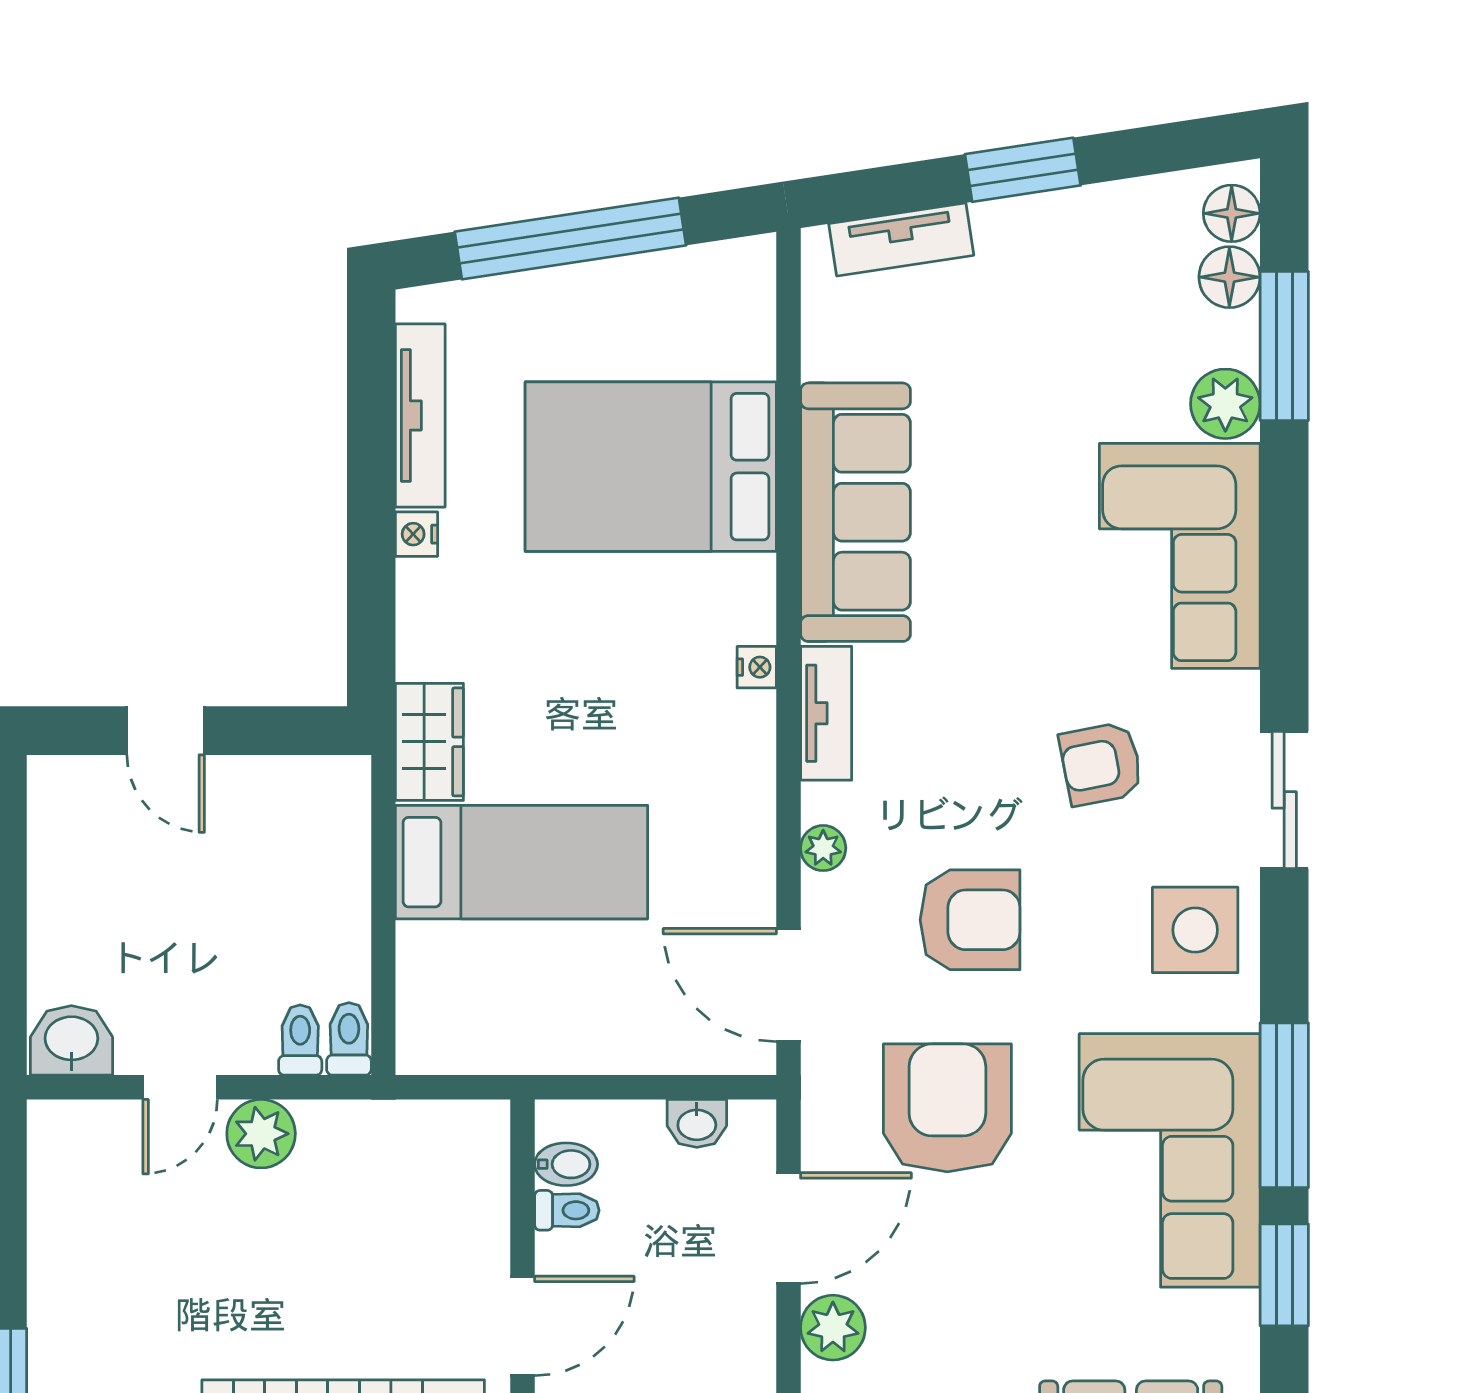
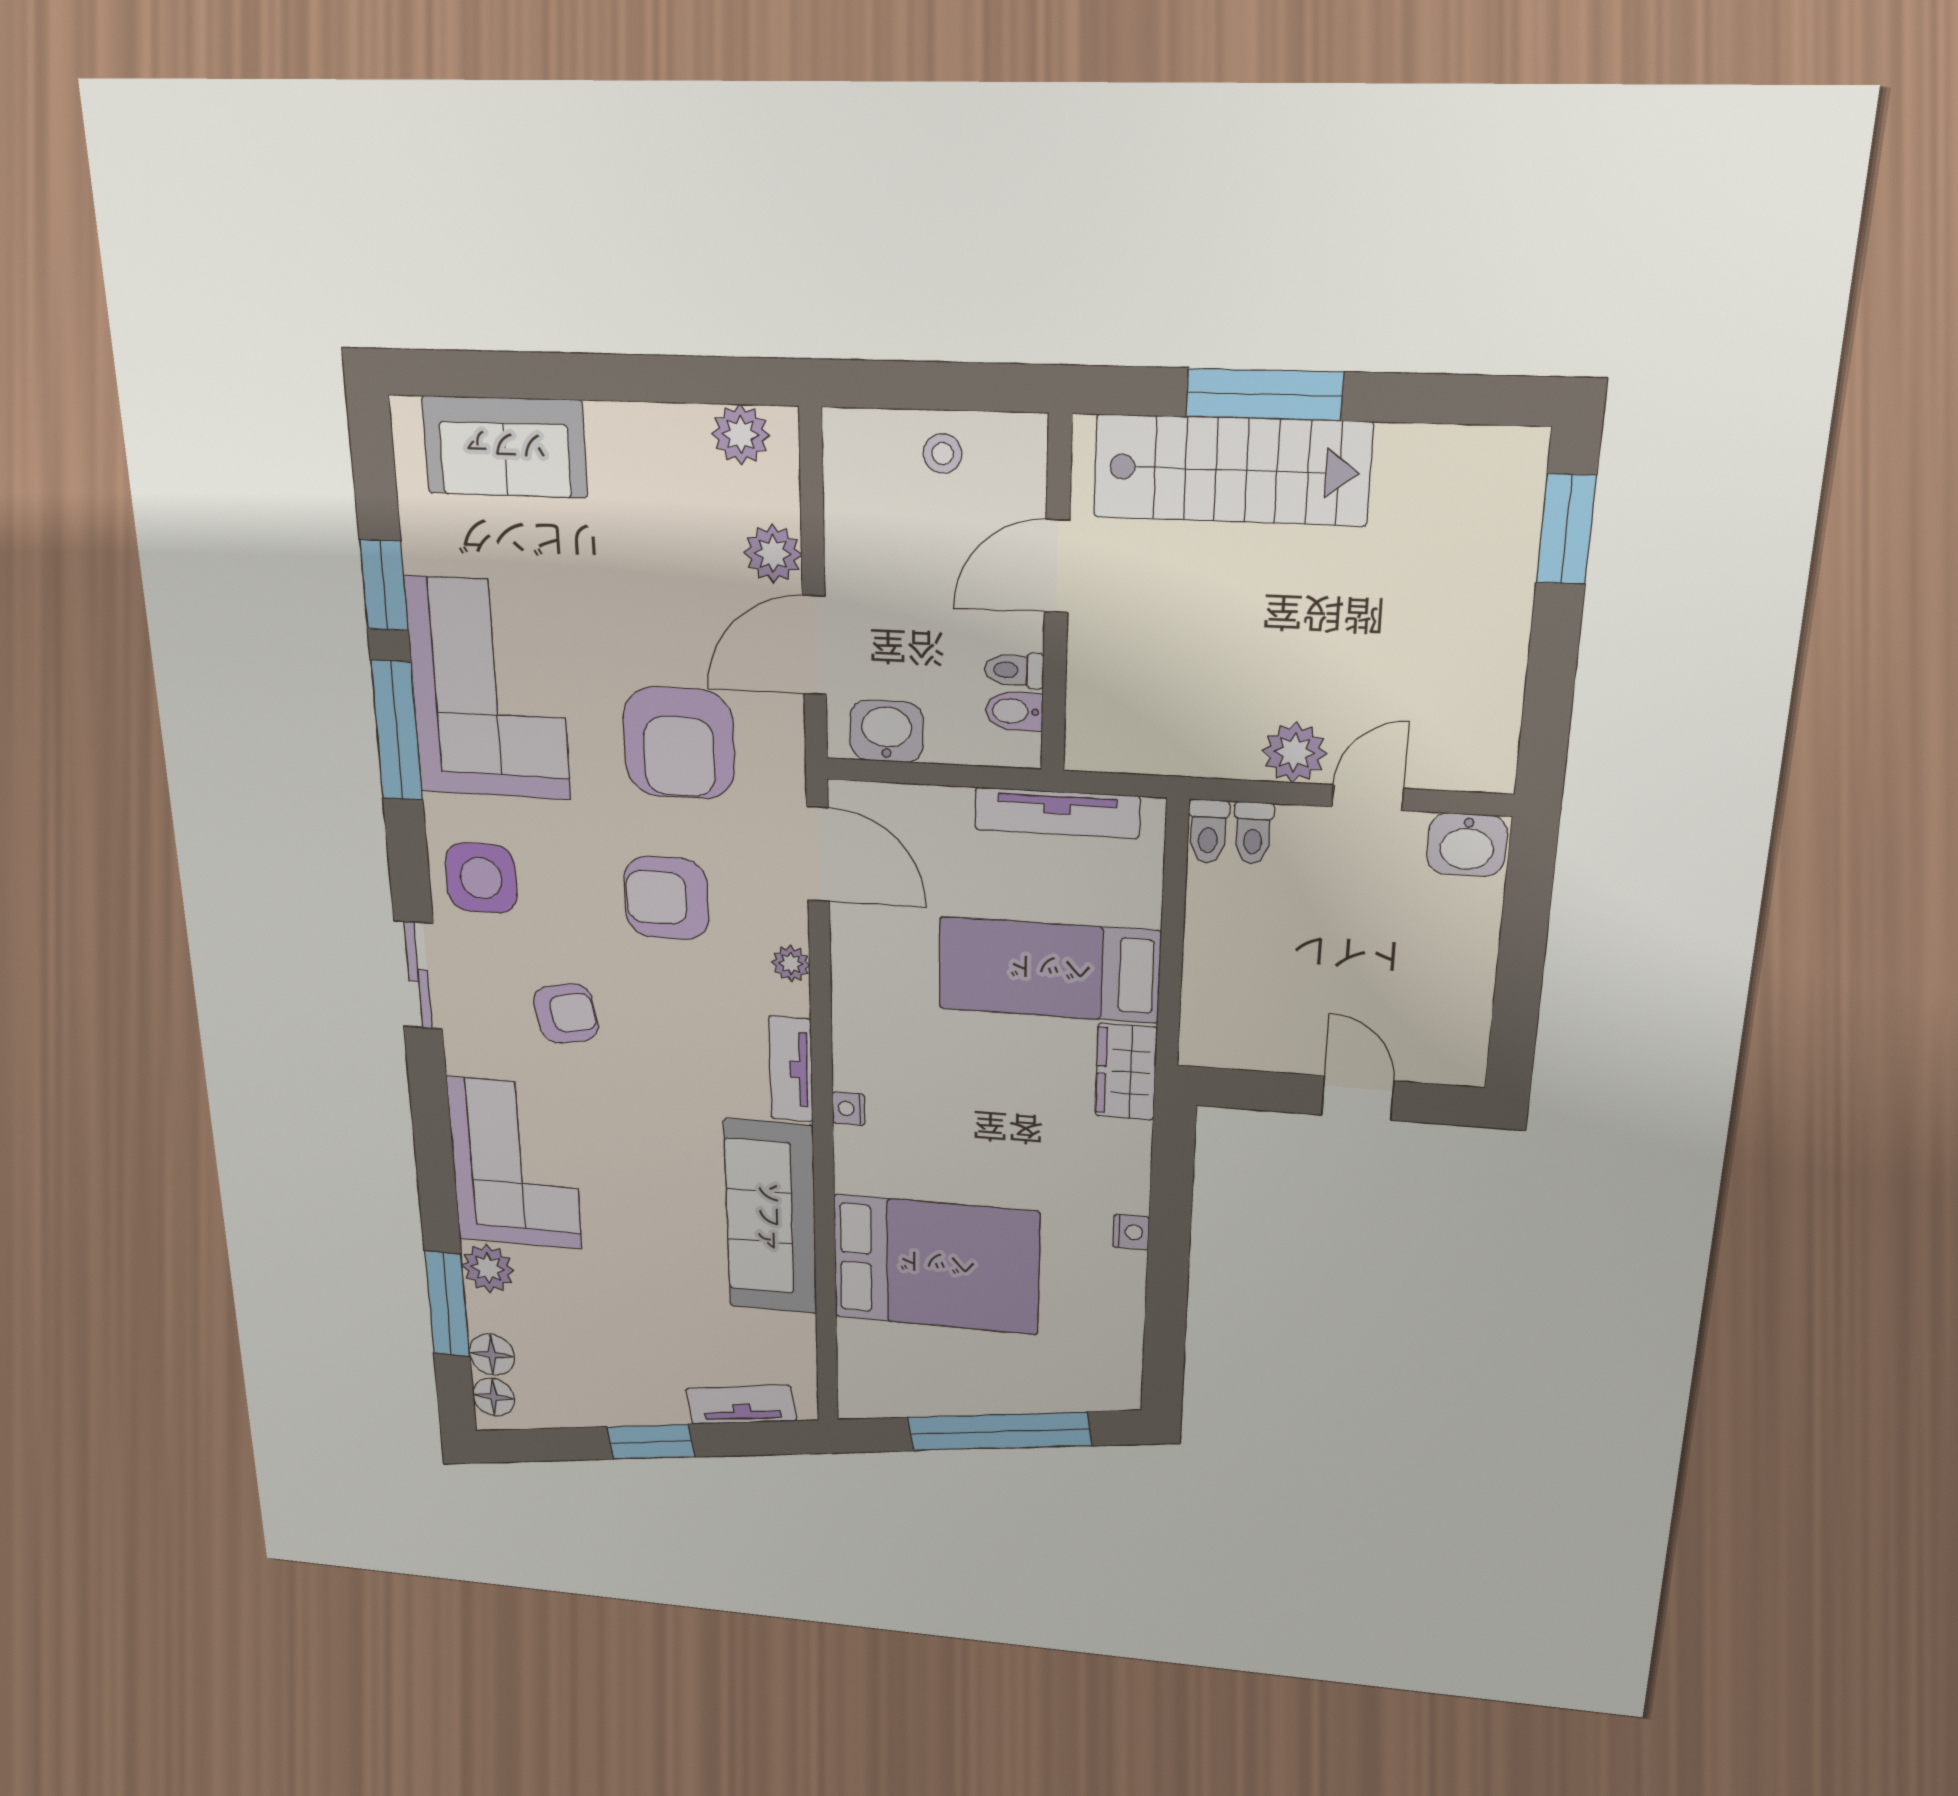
tv unit: (420, 415) -> (1057, 813), moved, turned -90
washbasin: (697, 1123) -> (887, 731), width x1.38, depth x1.45

